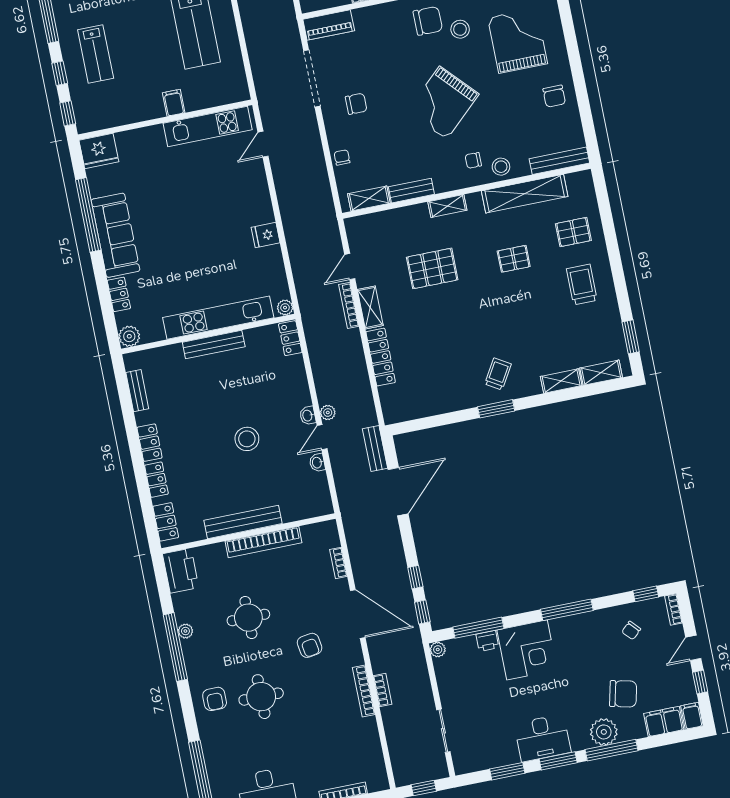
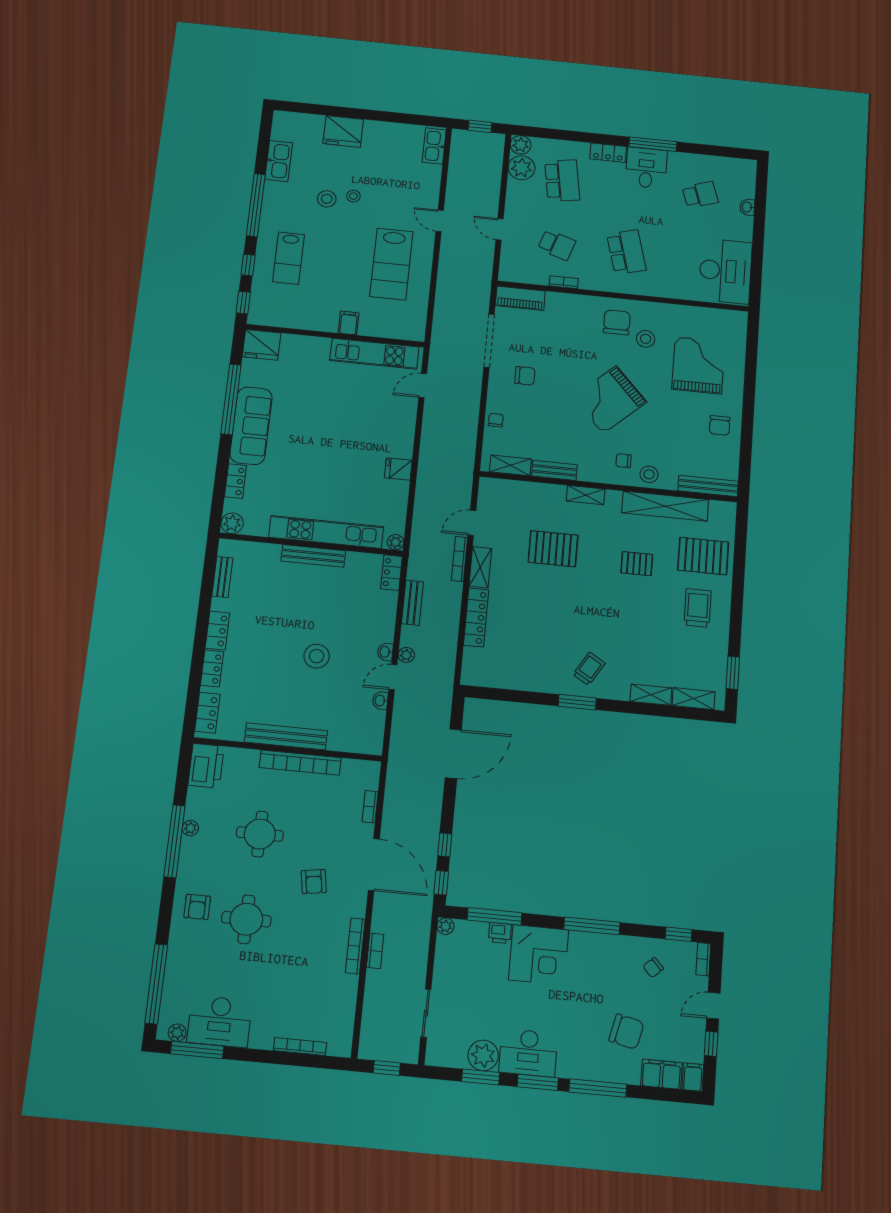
chair: (428, 21) -> (617, 322), turned -90
pallet: (573, 232) -> (703, 556), width x1.50, depth x1.42
bench: (375, 449) -> (412, 603), moved
plant: (604, 732) -> (483, 1055), moved

